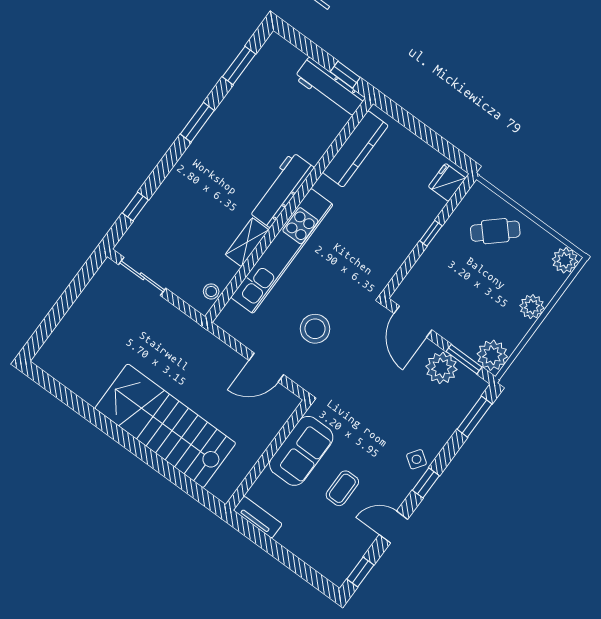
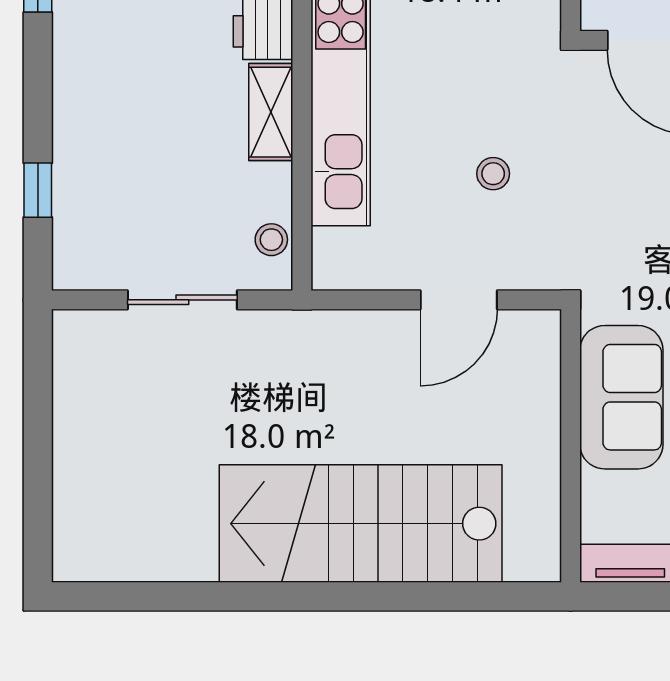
sliding door: (142, 276) -> (182, 300), moved
stool: (315, 329) -> (493, 174), width x0.53, depth x0.53

